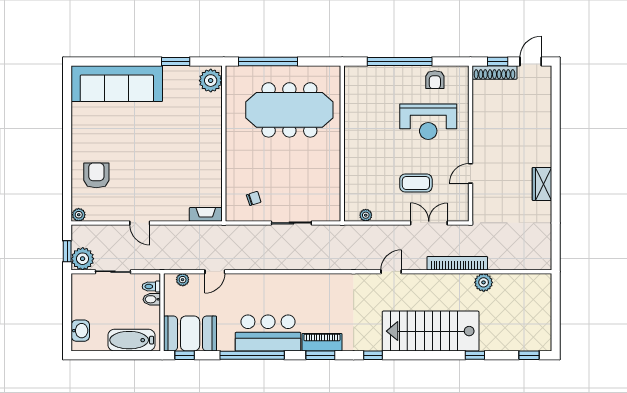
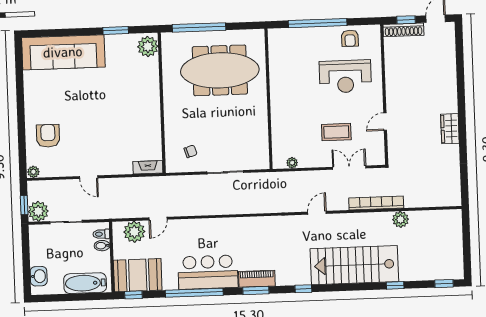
plant: (183, 280) -> (134, 232), width x1.87, depth x1.87

